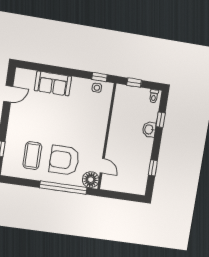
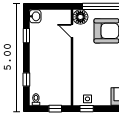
washbasin: (149, 129) -> (35, 16), moved

